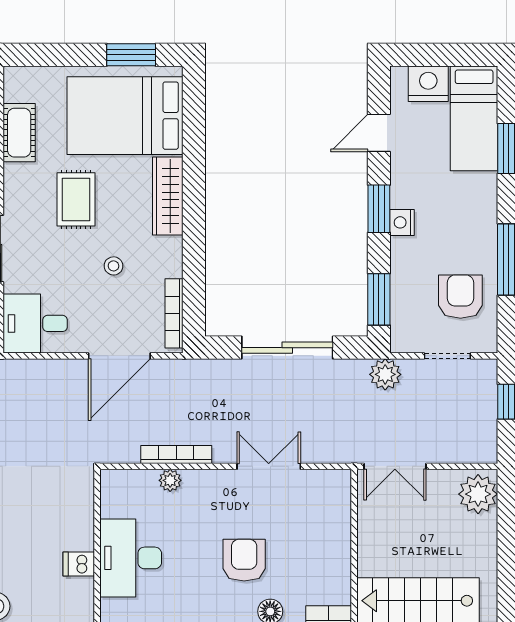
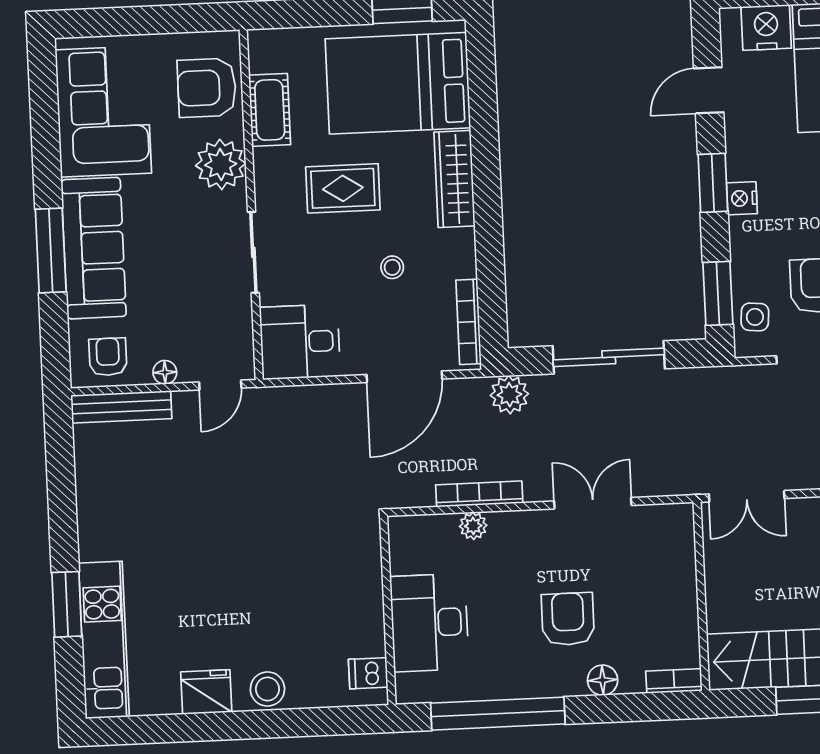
rug: (76, 199) -> (343, 188), turned 90
side table: (408, 320) -> (755, 317), added
plant: (385, 374) -> (509, 395), moved
dishwasher: (79, 564) -> (368, 673), moved

